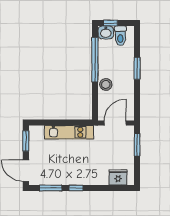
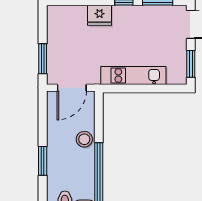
fridge: (118, 177) -> (100, 15), moved

